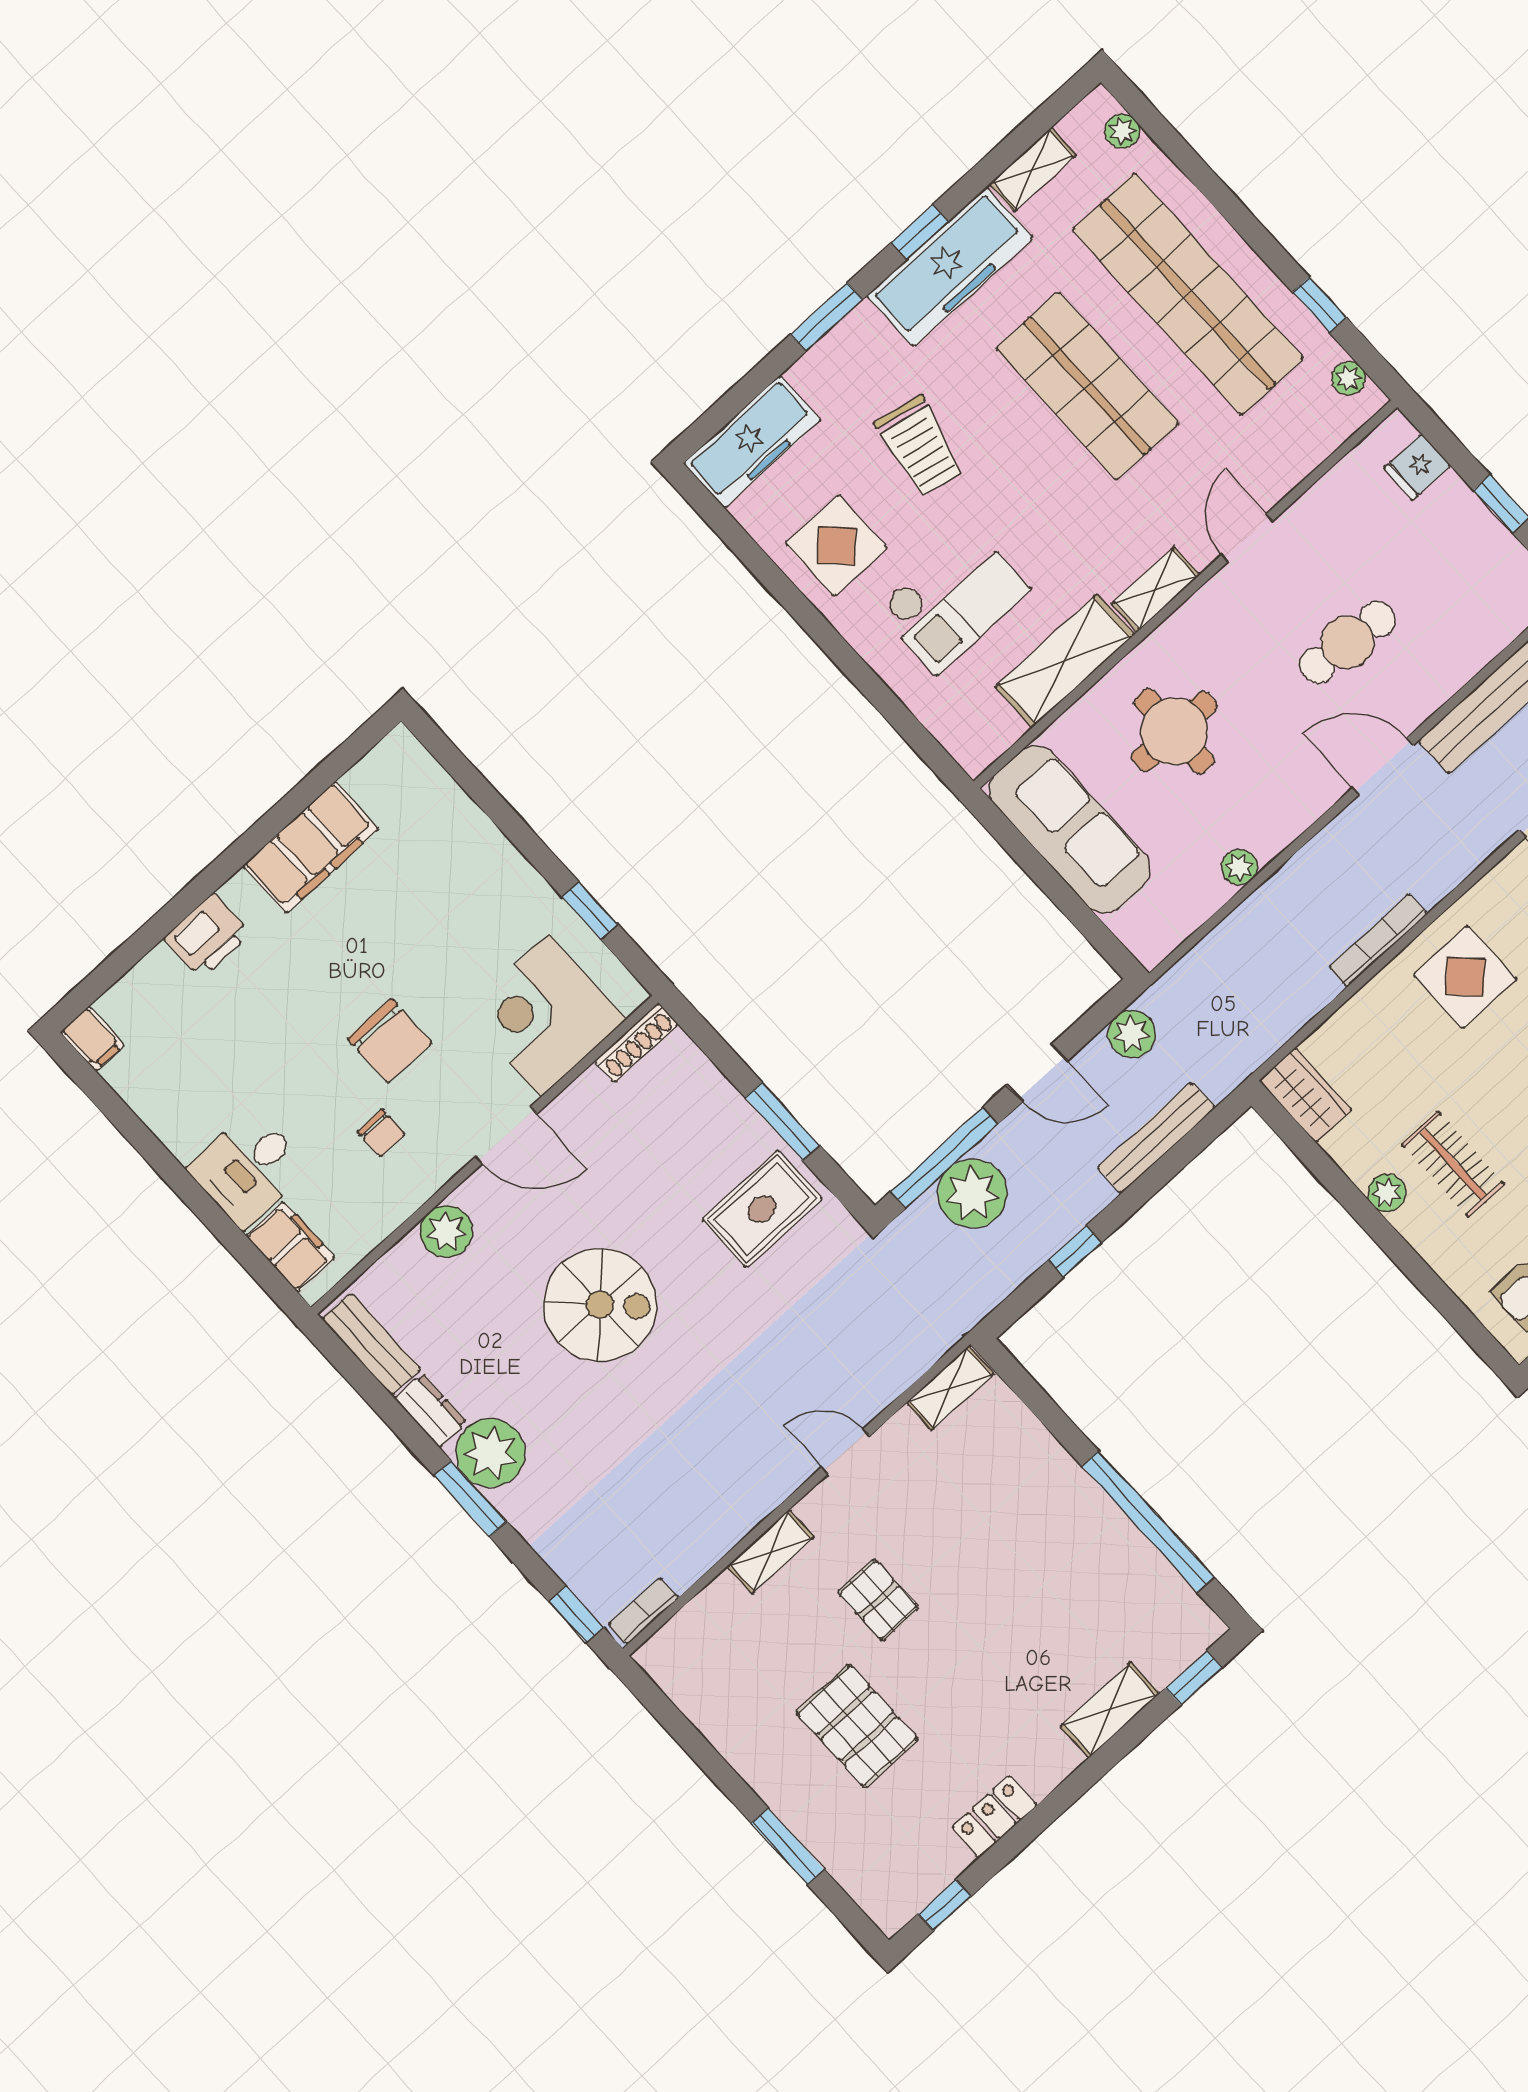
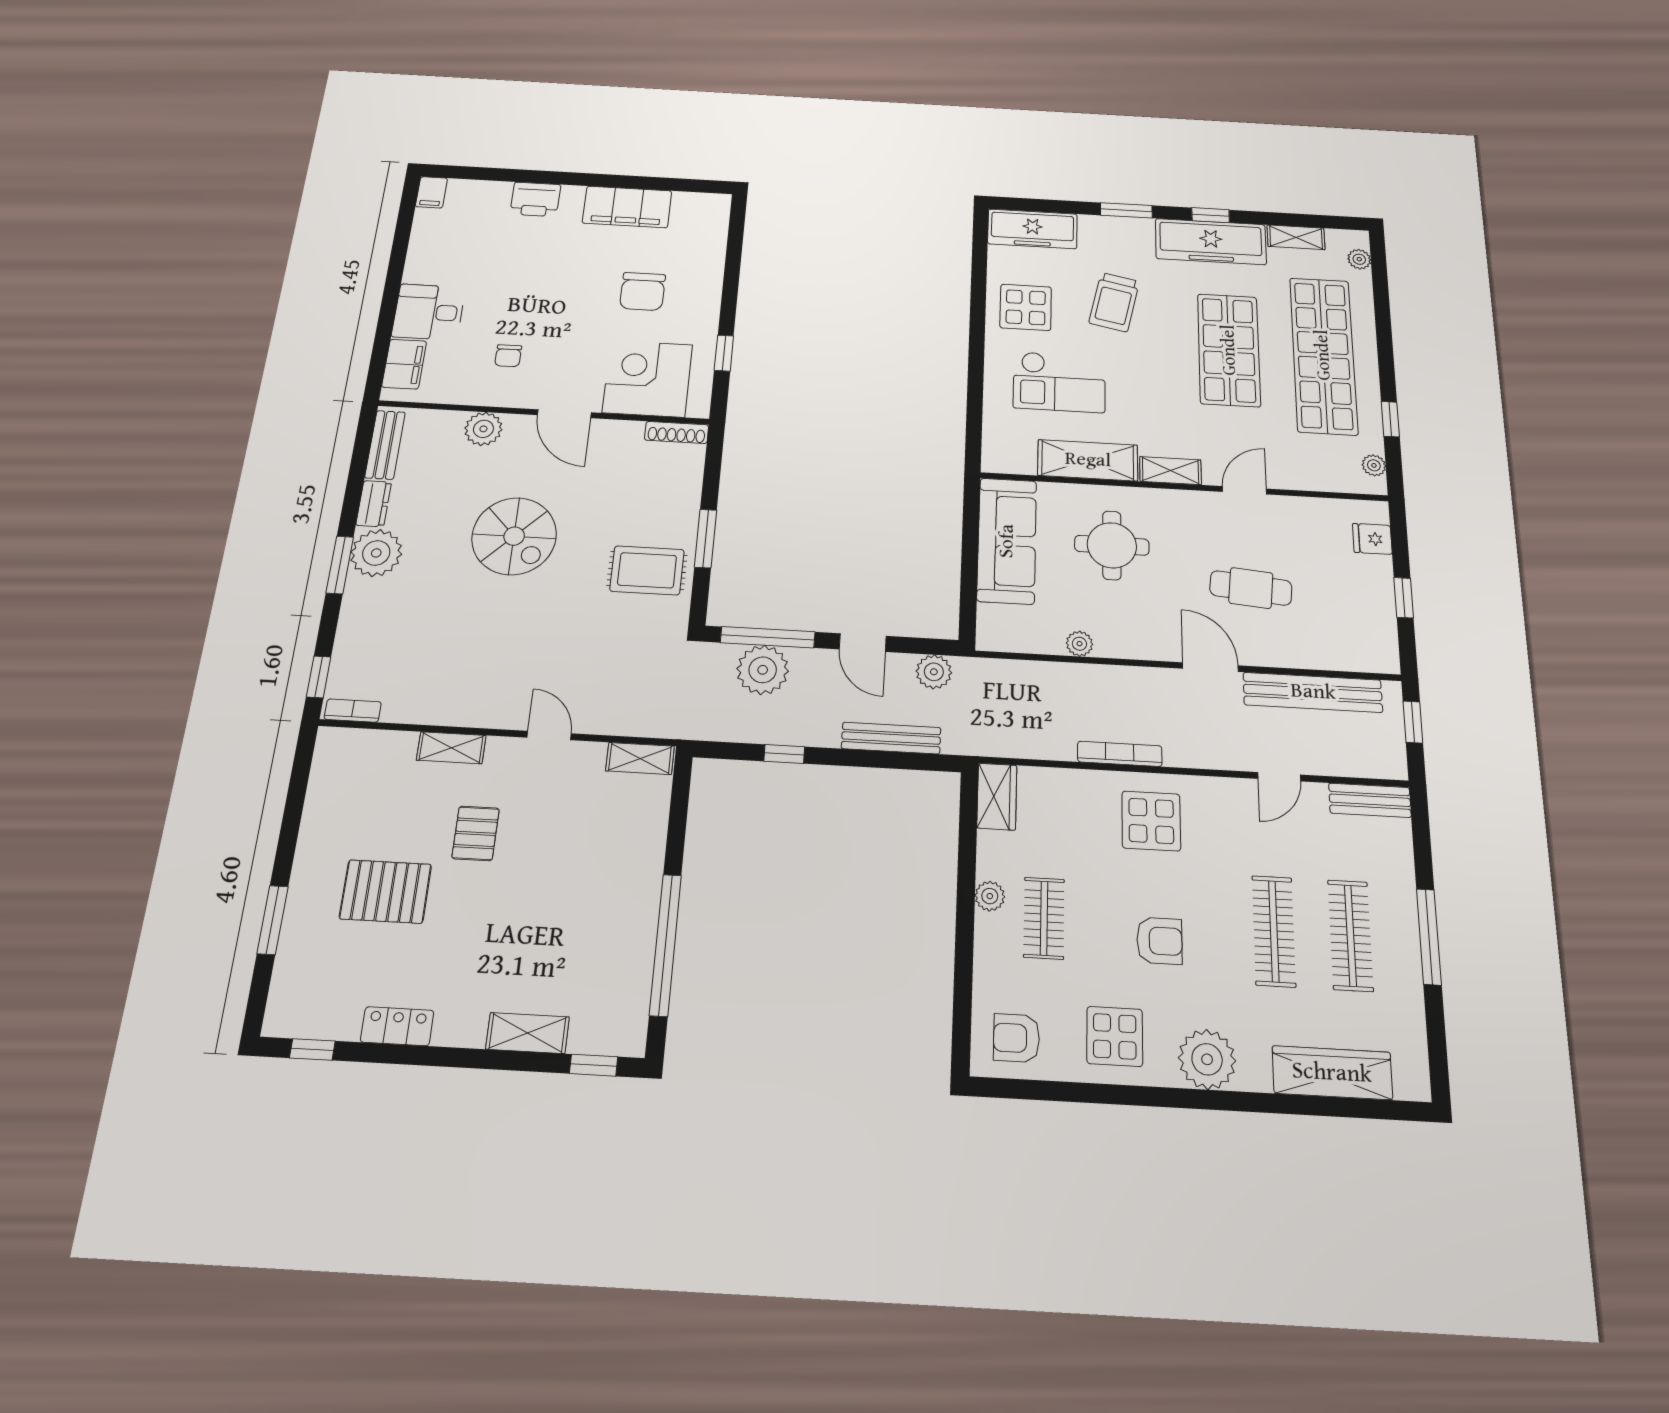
chair: (390, 1041) -> (643, 292), moved
pallet: (857, 1726) -> (385, 891), turned 90

